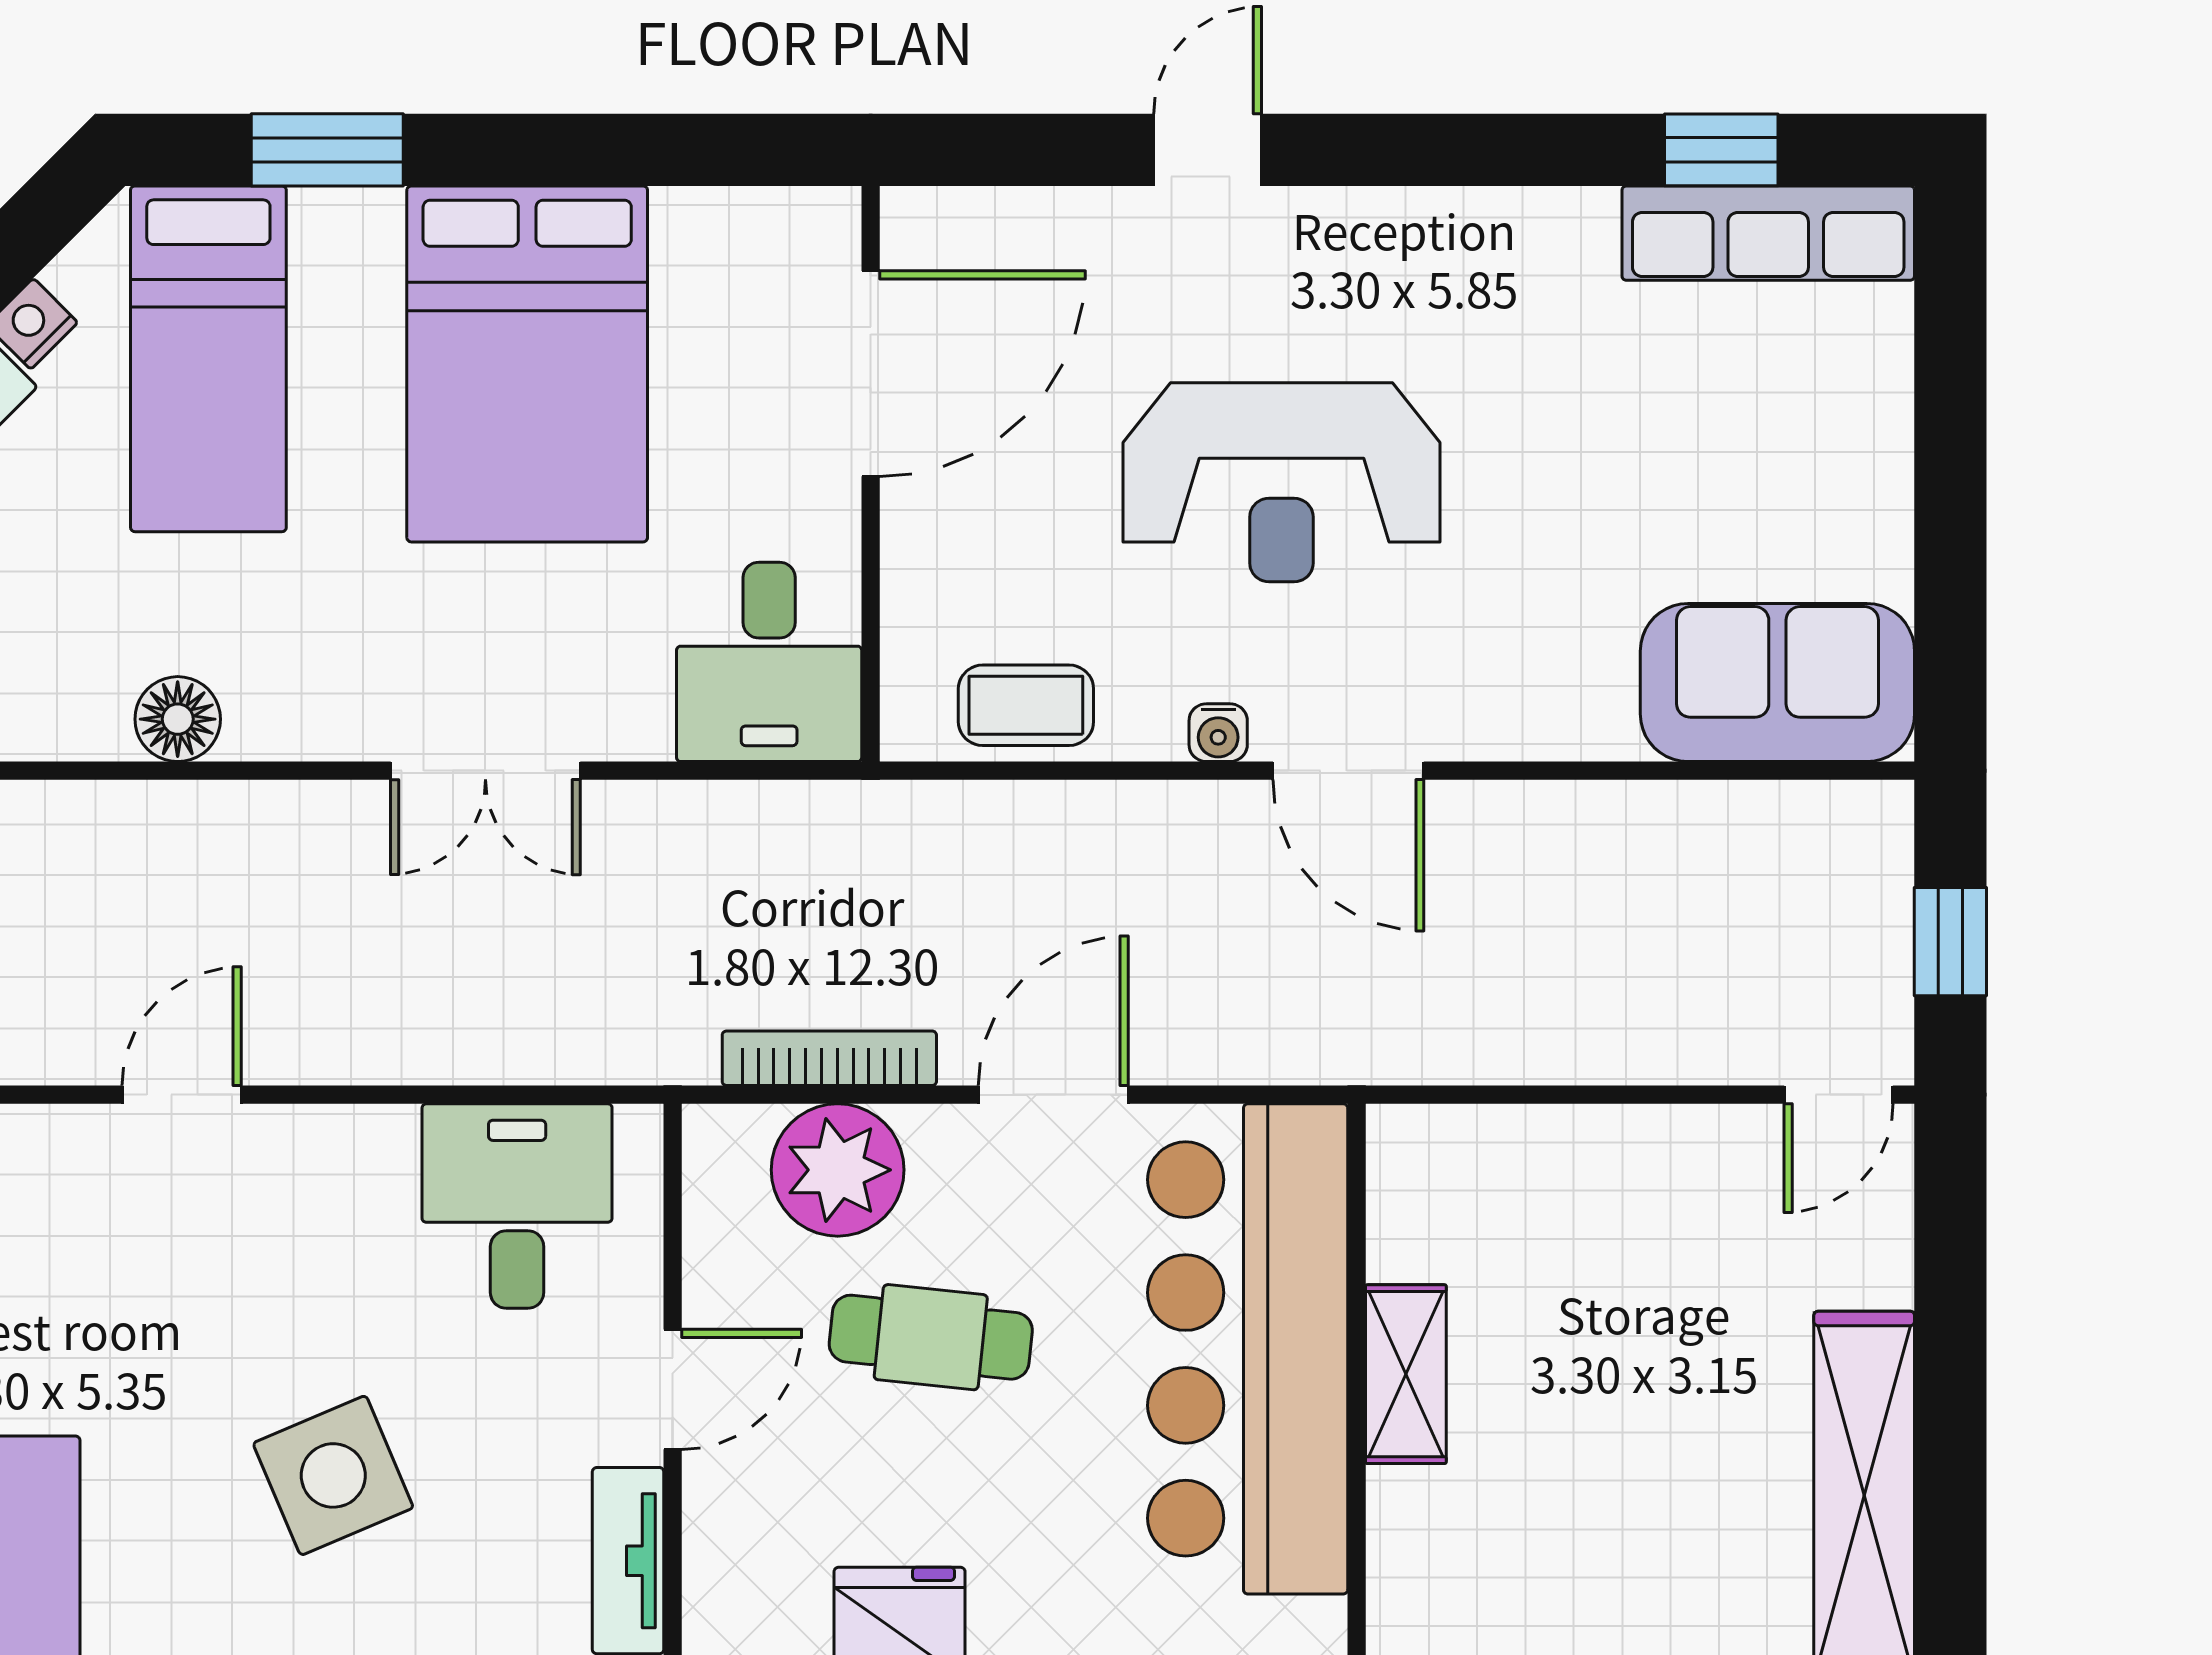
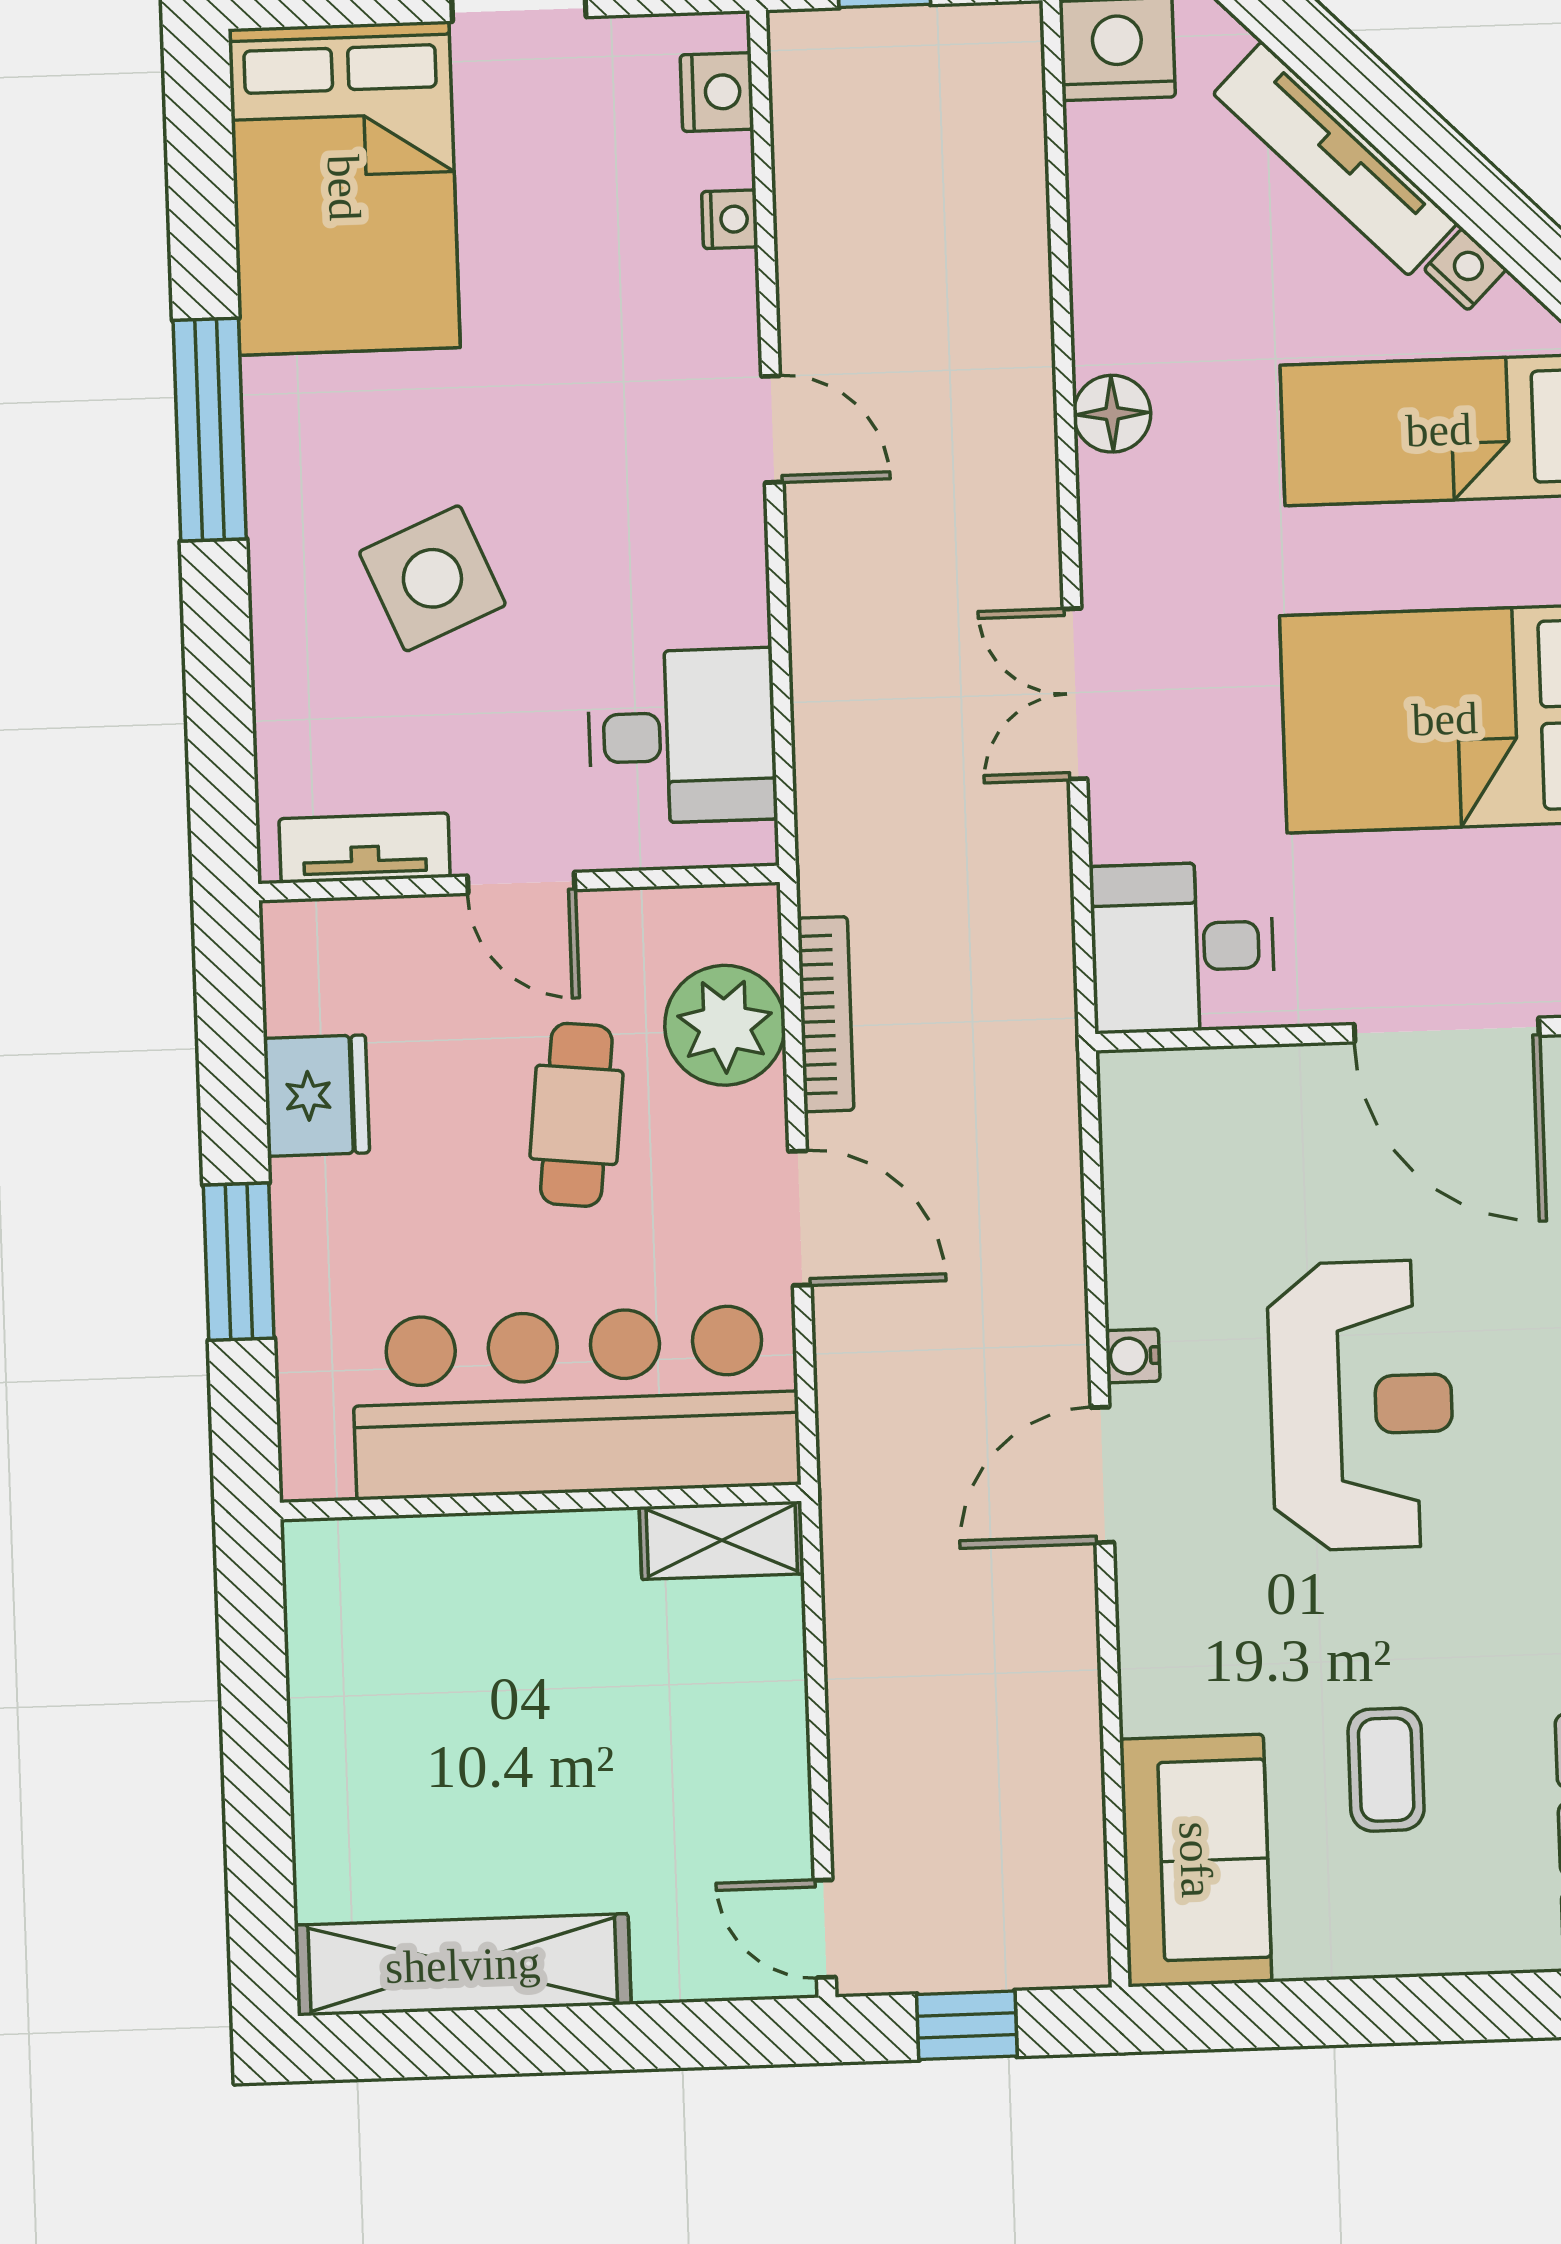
reception desk: (1281, 482) -> (1361, 1405), turned 180
coffee table: (1026, 705) -> (1386, 1770), moved
shelving: (1406, 1374) -> (722, 1540), moved

